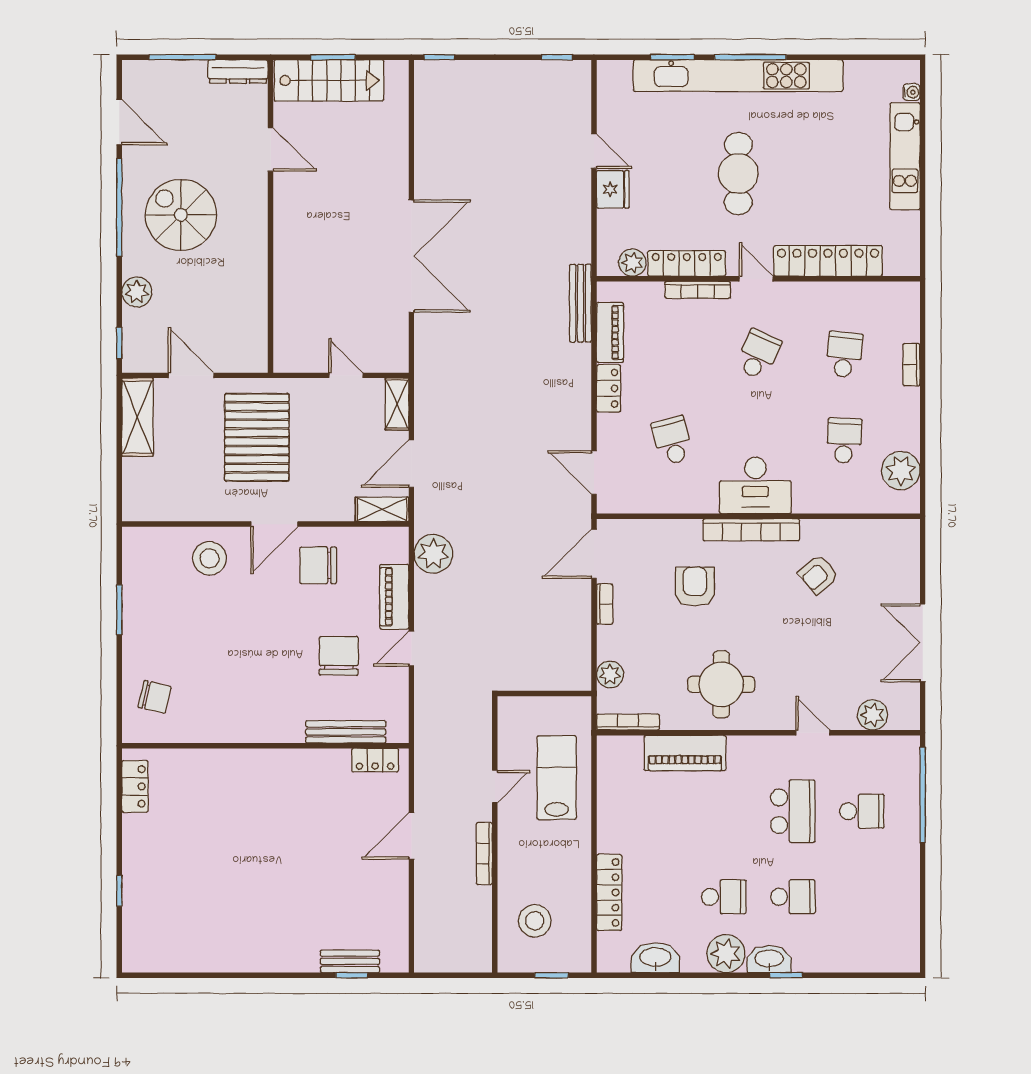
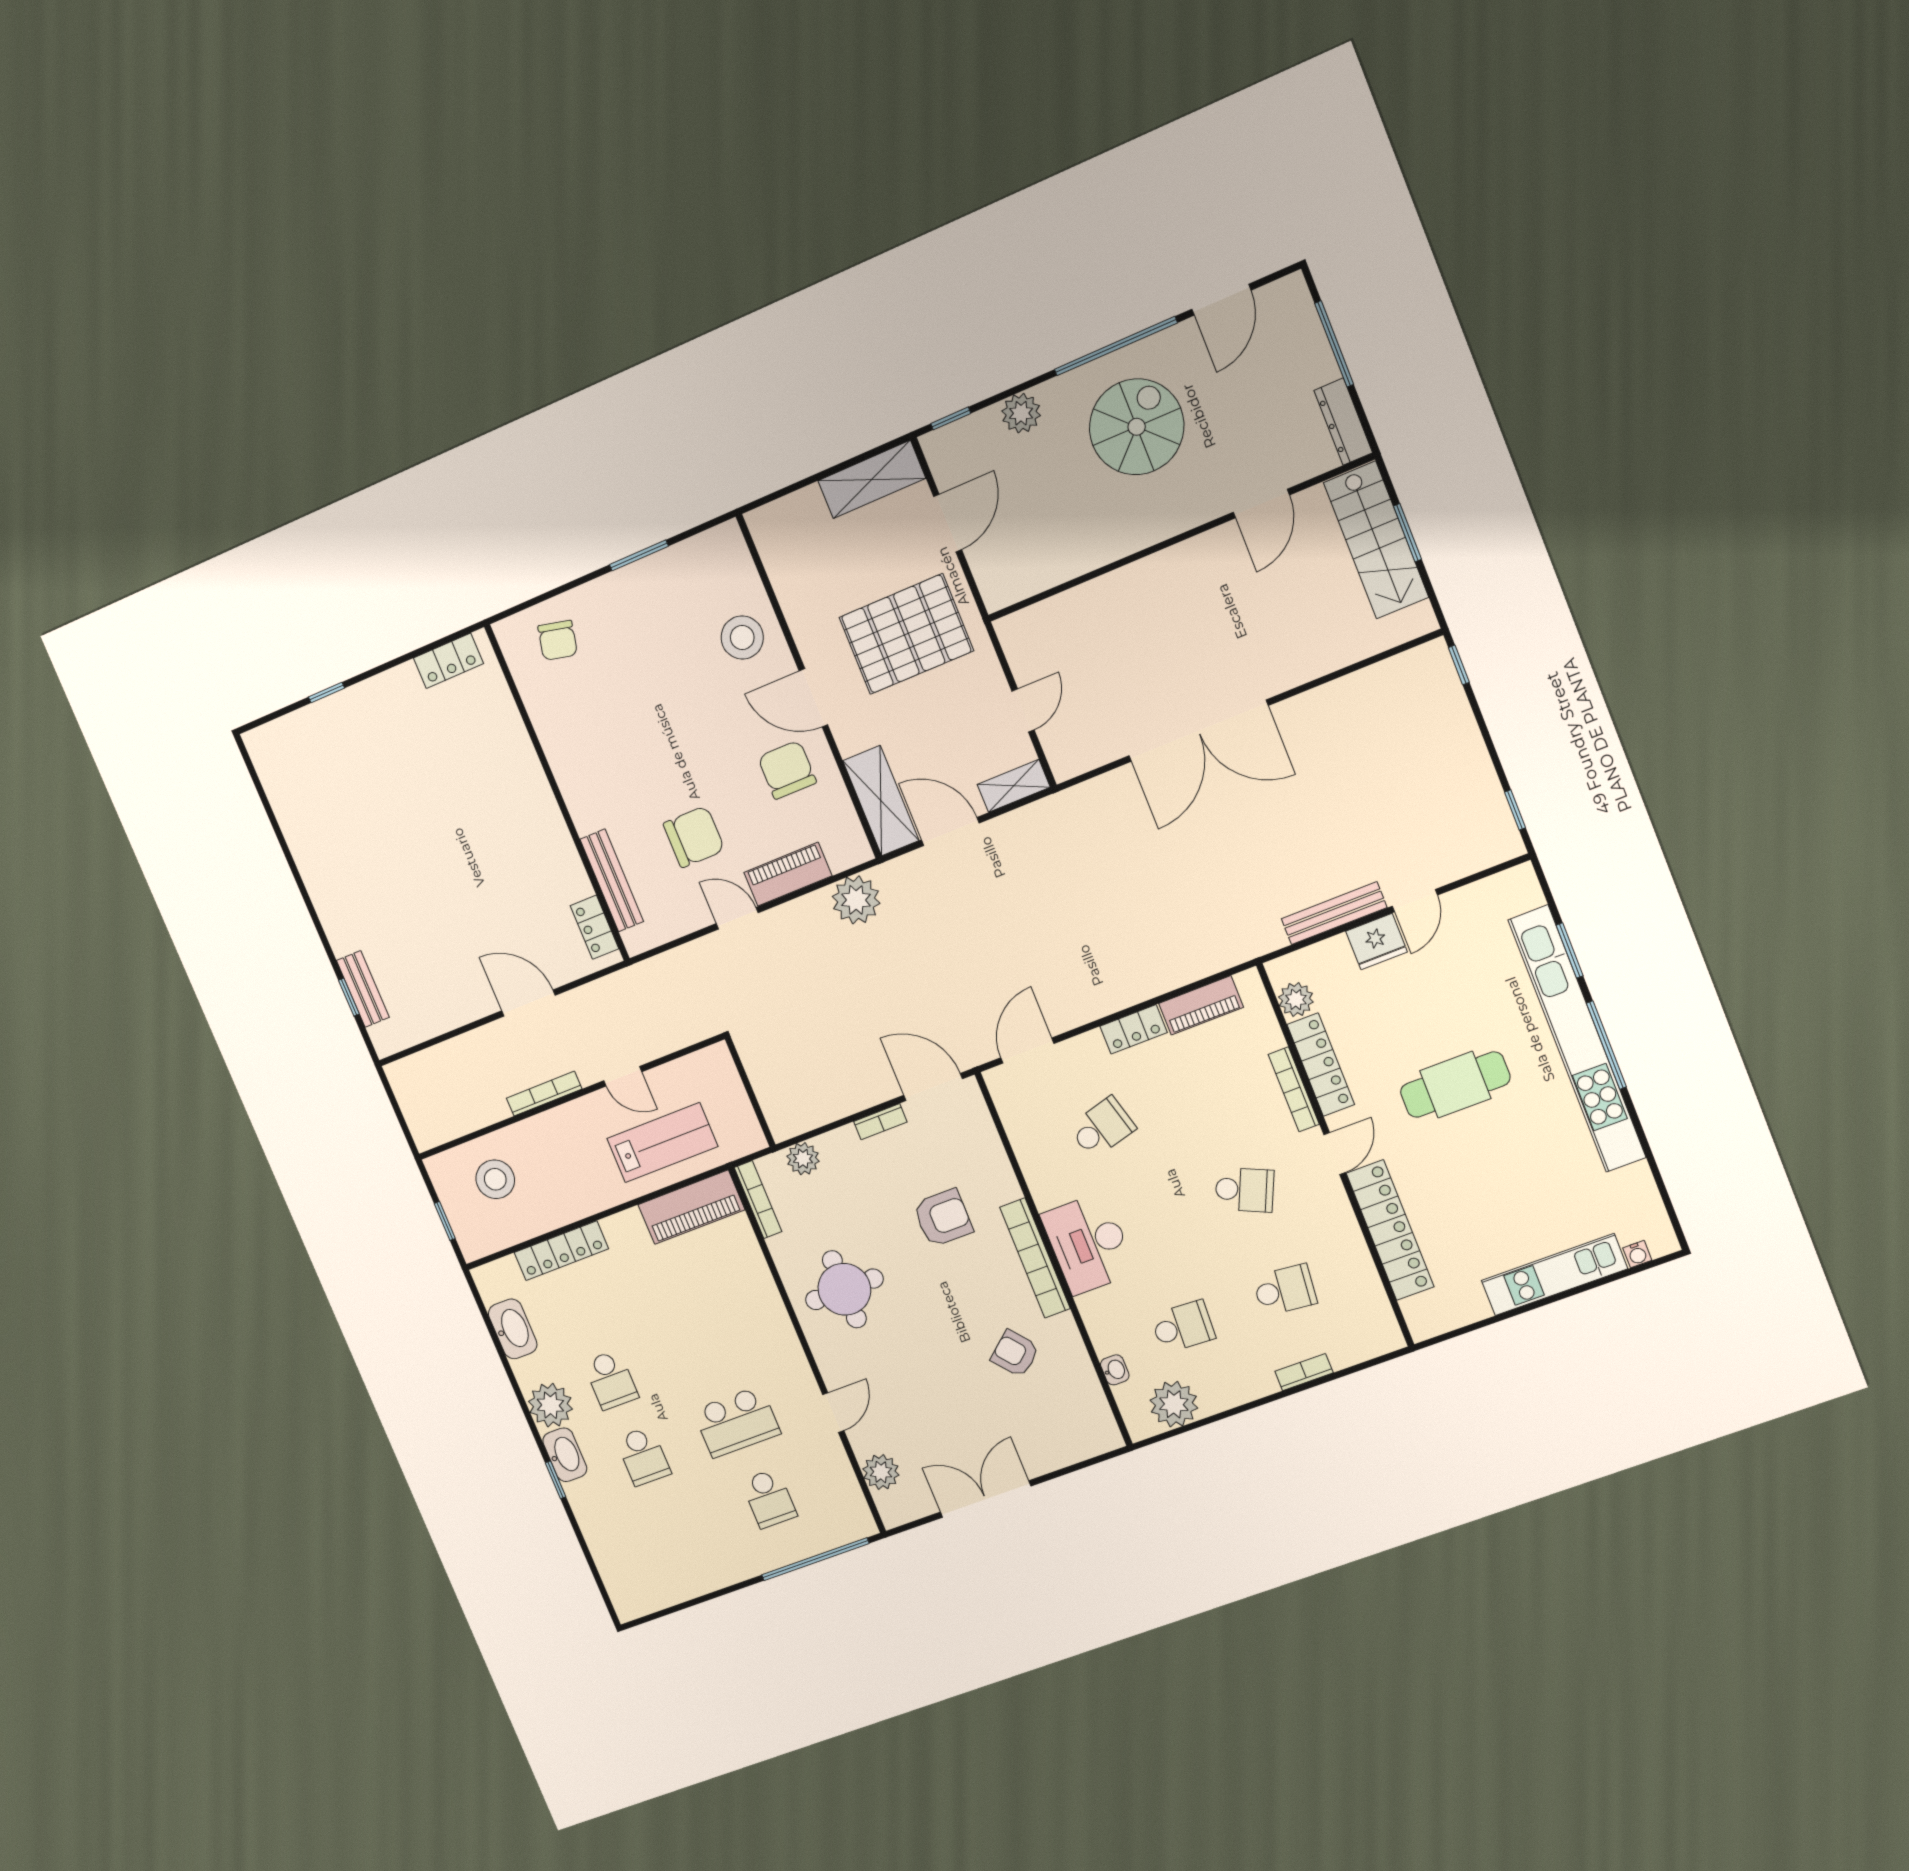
bench: (580, 303) -> (1334, 913), moved
washbasin: (858, 504) -> (1115, 1370), added
shelving: (382, 509) -> (881, 801), width x1.50, depth x1.33
piano: (685, 753) -> (691, 1207), moved, turned -90

